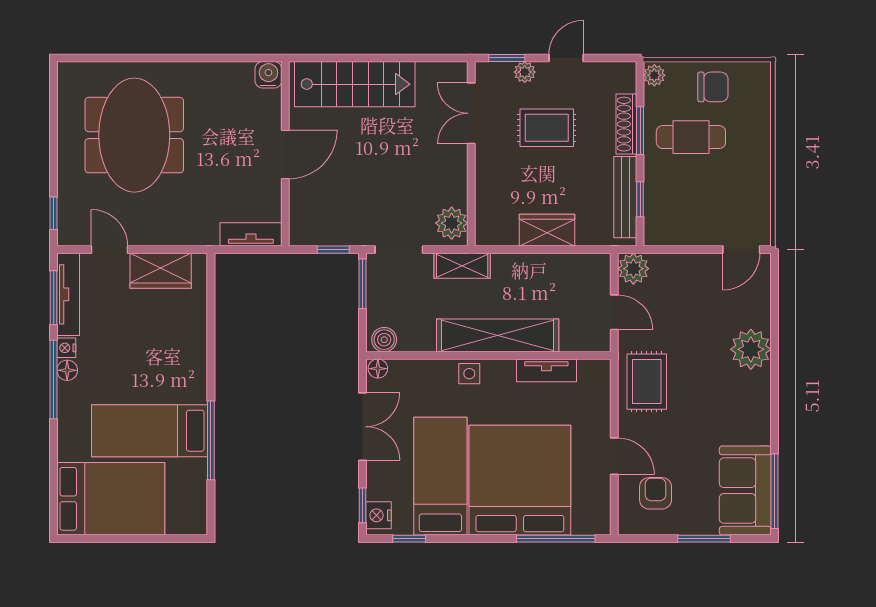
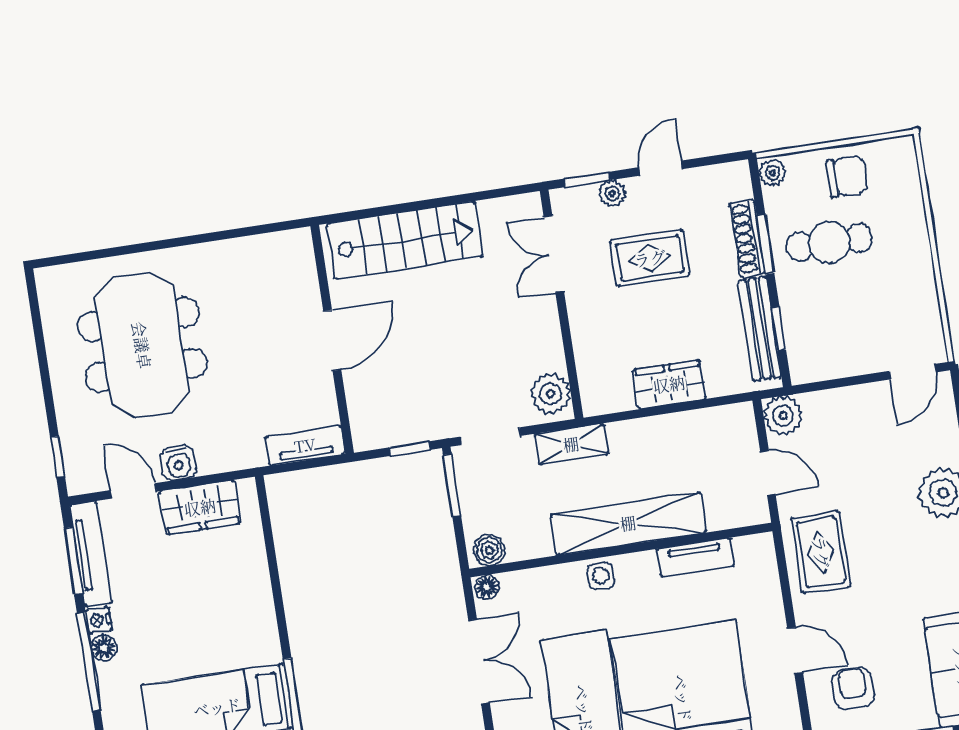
water cooler: (268, 75) -> (178, 463), moved, turned 180

